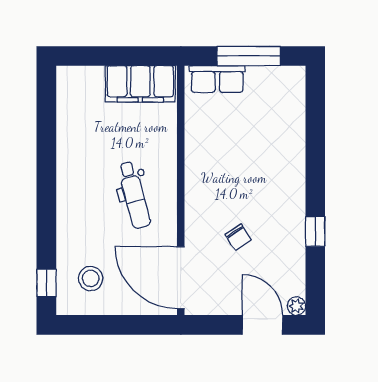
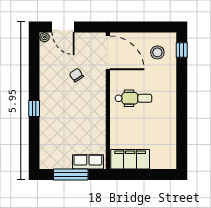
dental chair: (134, 195) -> (134, 98), turned 105
window: (315, 231) -> (34, 108), moved

